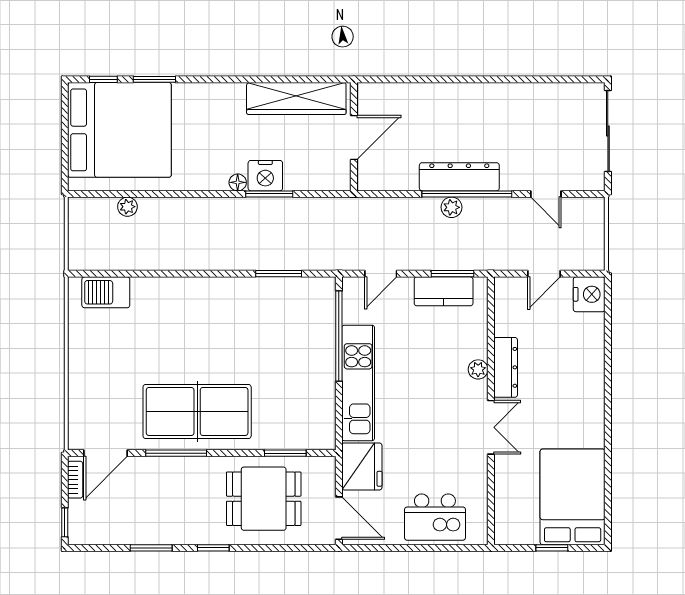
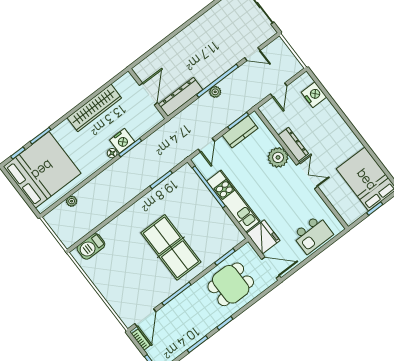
wardrobe: (296, 98) -> (94, 108), moved
dresser: (459, 177) -> (181, 97), moved
nightstand: (589, 294) -> (314, 95), moved
plant: (478, 369) -> (278, 157), width x1.88, depth x1.88
table tennis table: (197, 411) -> (171, 247), moved, turned 90

